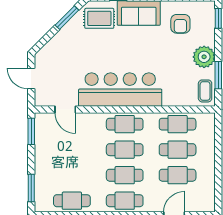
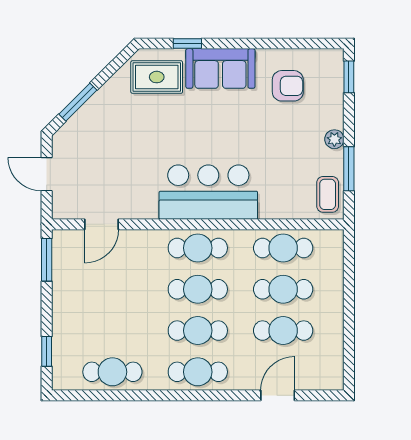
window: (67, 18) -> (78, 102), moved
armchair: (180, 24) -> (288, 86), turned -90
plant: (204, 57) -> (334, 139), width x0.53, depth x0.53
bar counter: (120, 90) -> (208, 192), width x0.73
door: (65, 110) -> (102, 224), hinge flipped
window: (31, 188) -> (47, 351), width x0.67

